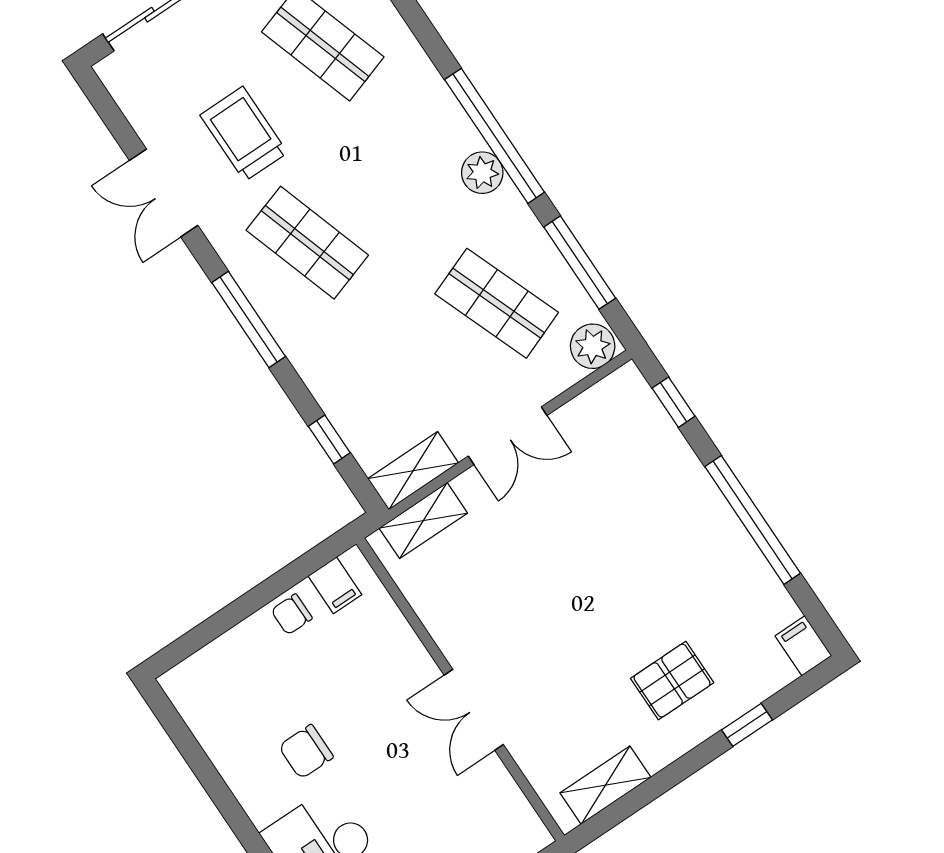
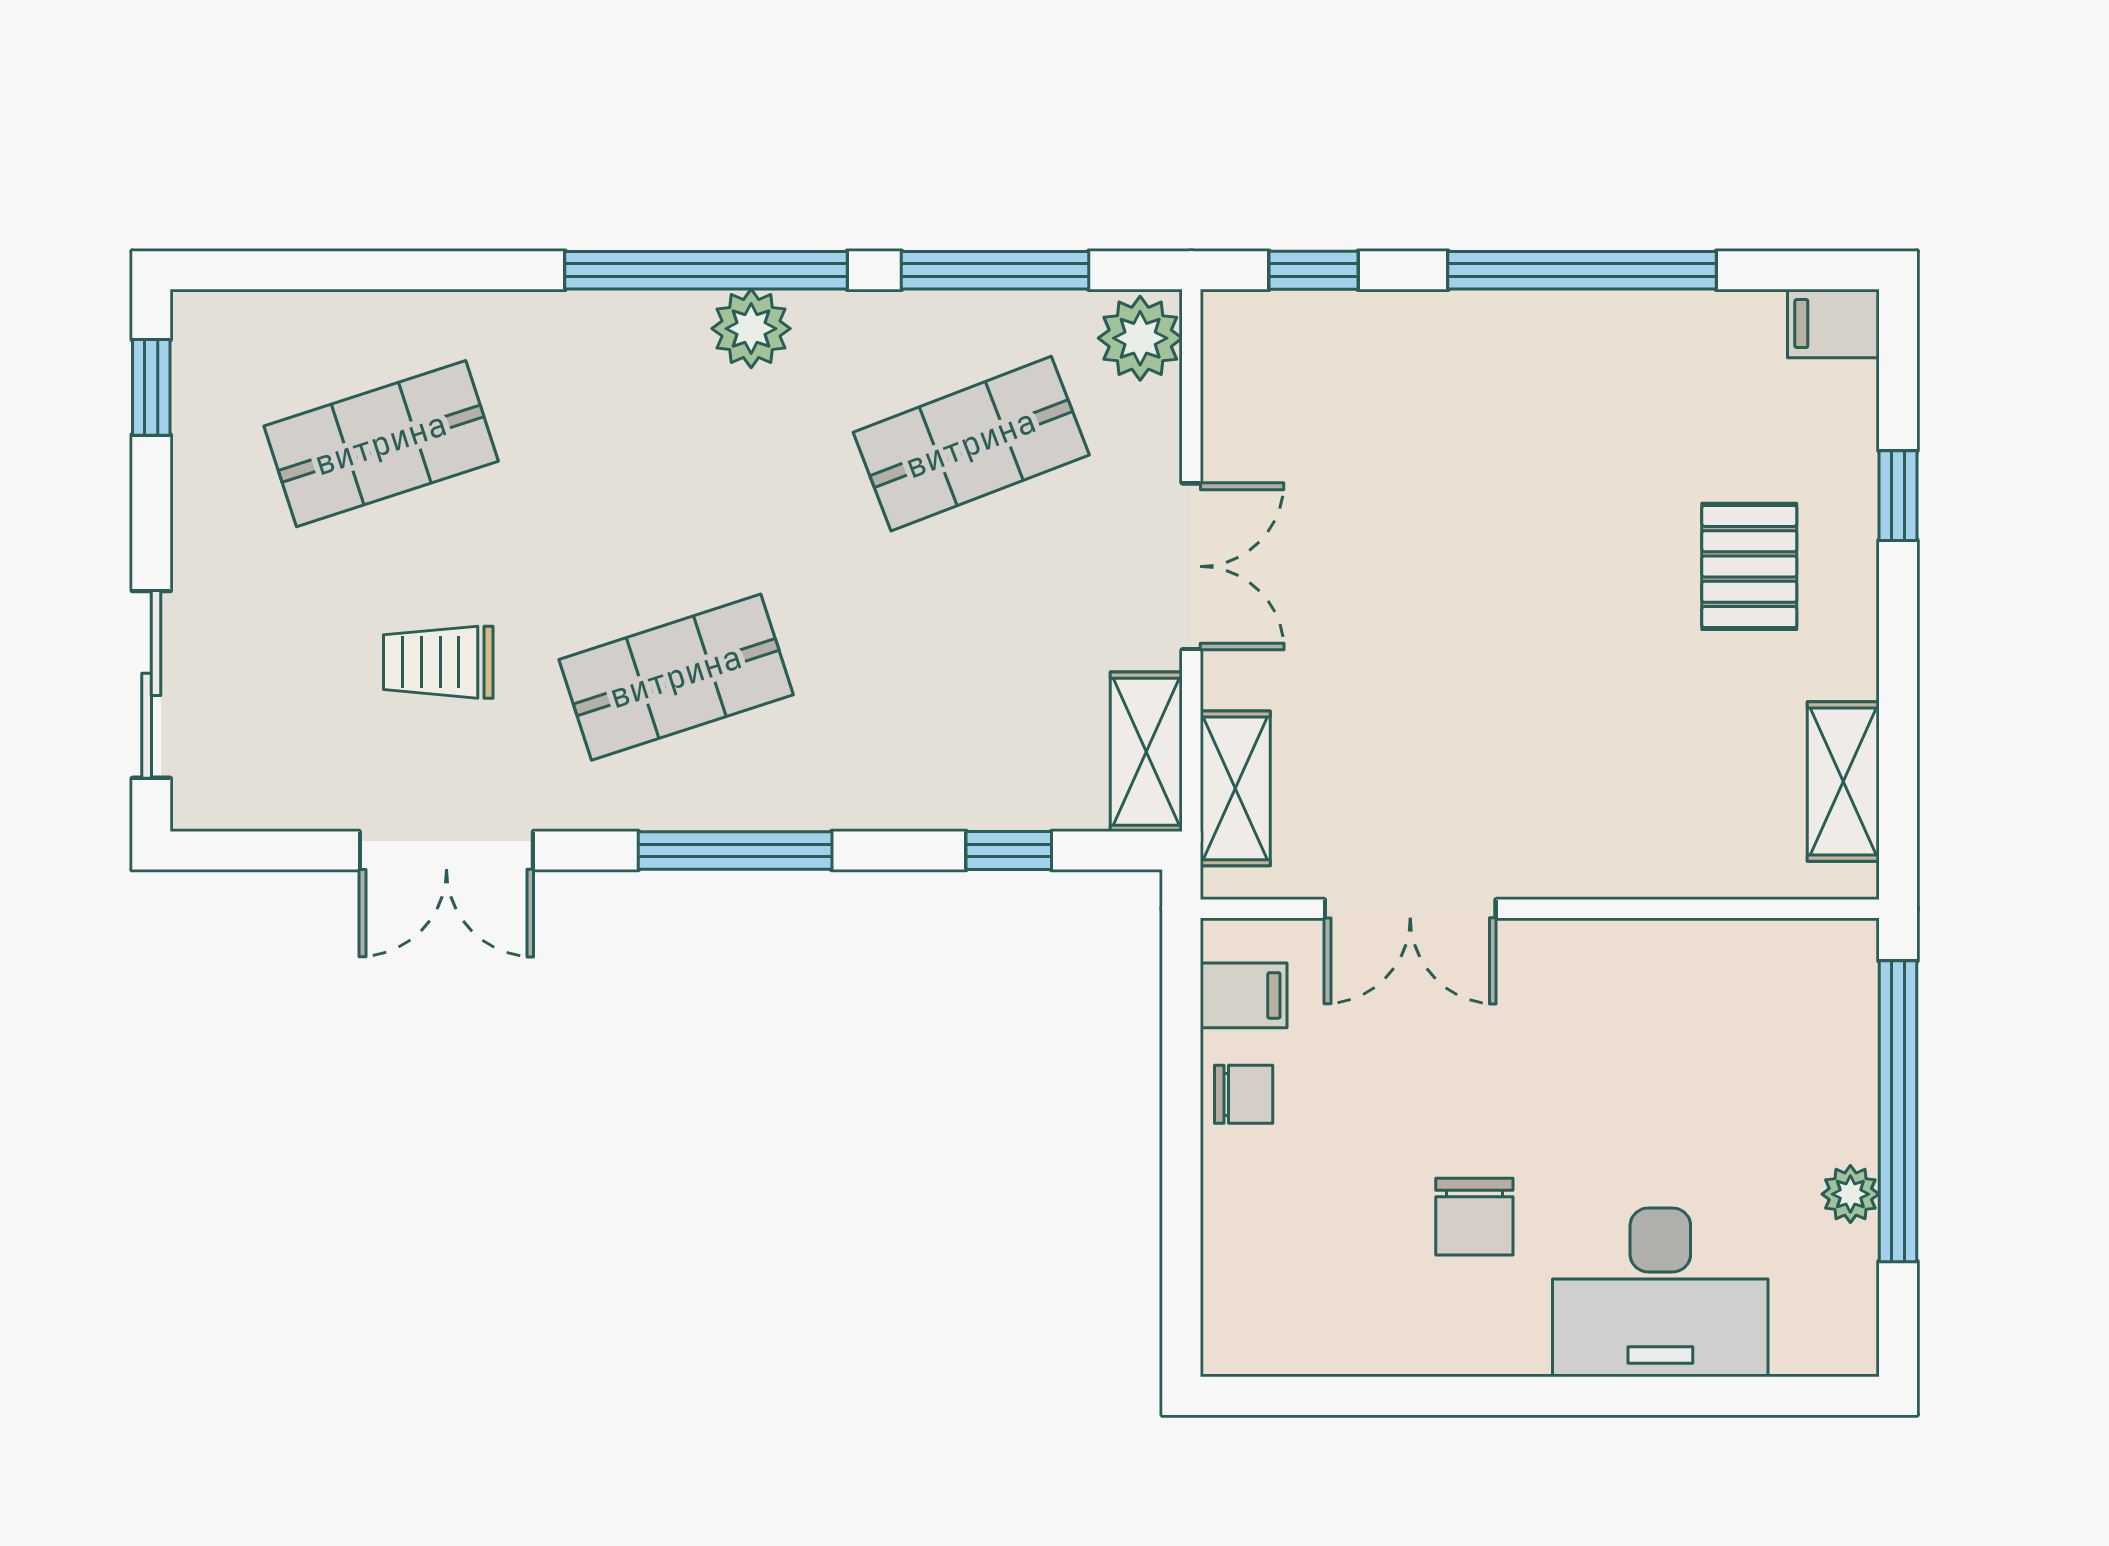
trolley: (244, 134) -> (438, 662), width x0.73, depth x0.72
chair: (292, 614) -> (1244, 1094), turned -90
double door: (474, 710) -> (1410, 909), moved

